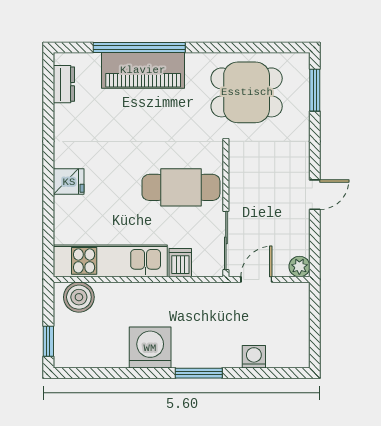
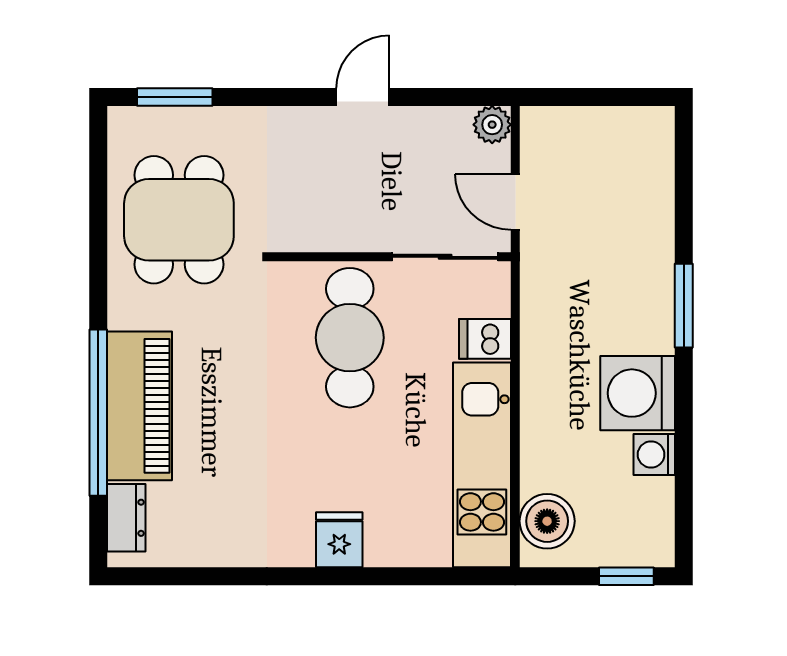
dresser: (64, 84) -> (126, 518), moved, turned 90
door: (315, 195) -> (363, 97), hinge flipped
washing machine: (254, 357) -> (654, 455), moved

